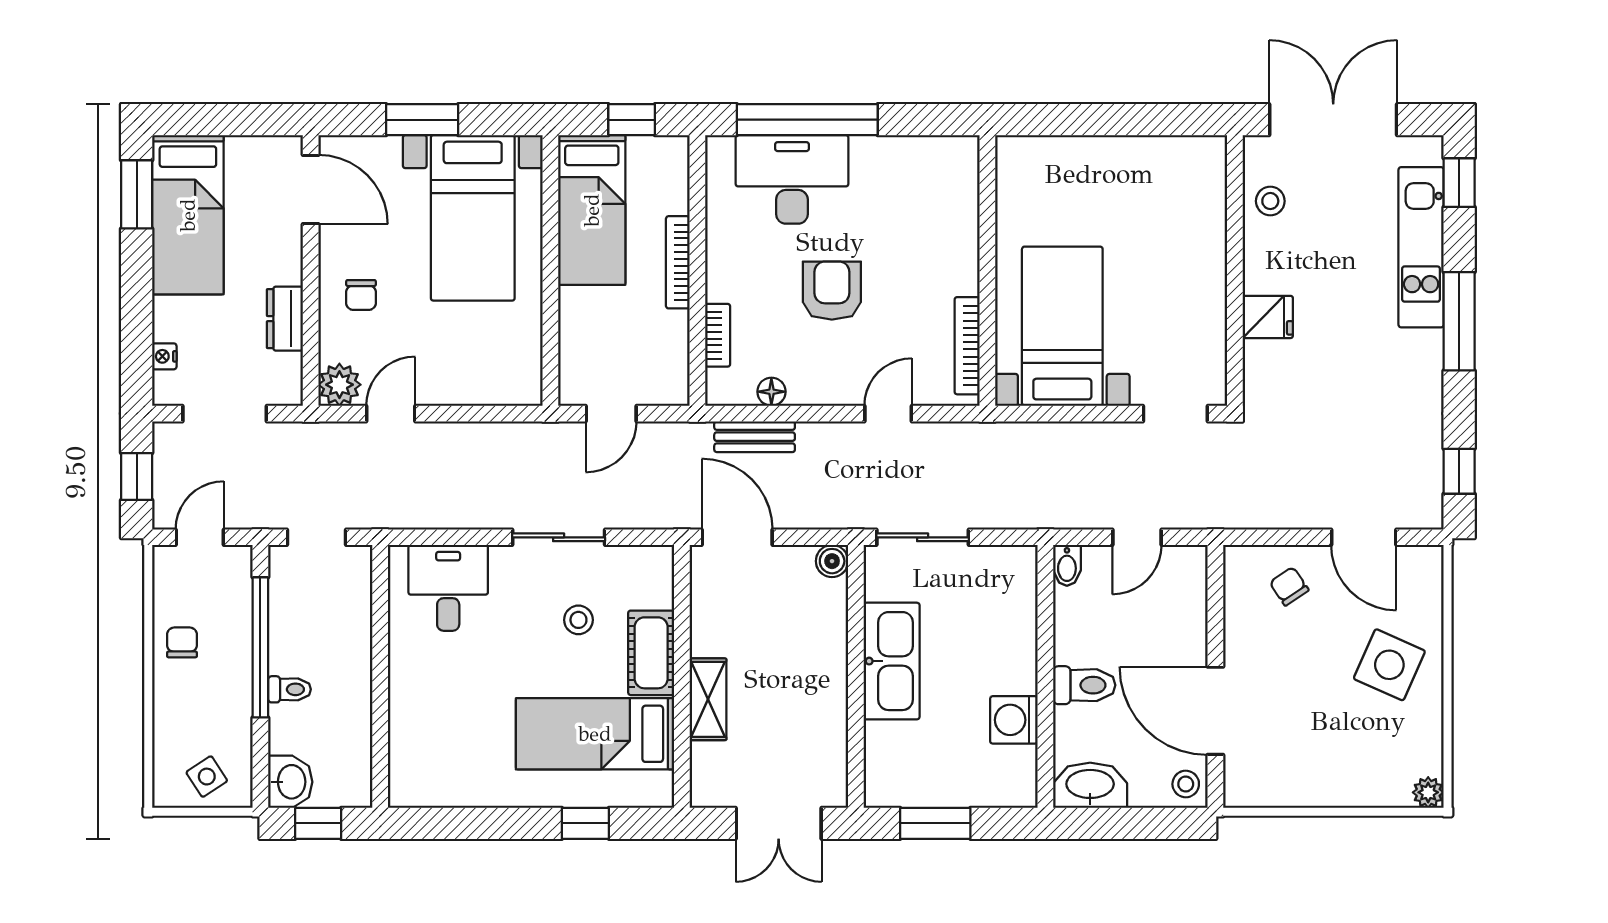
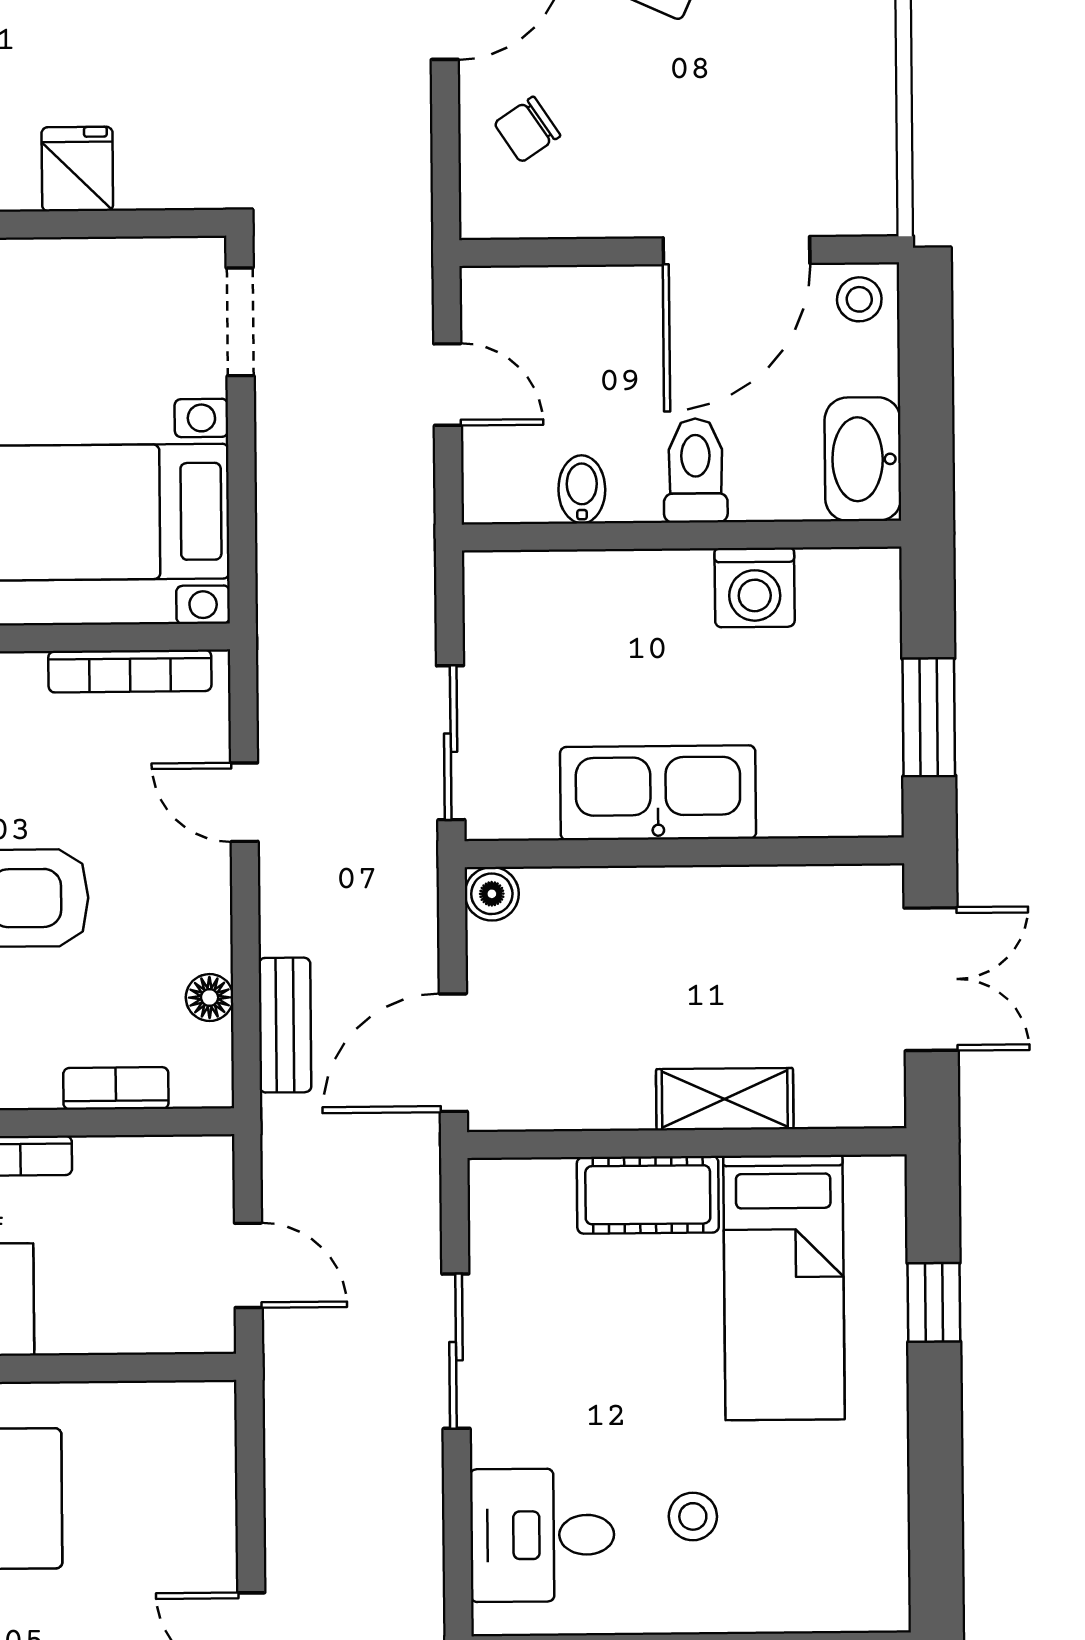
bidet: (1067, 565) -> (582, 489), moved, turned -90
stool: (578, 620) -> (693, 1516), moved

